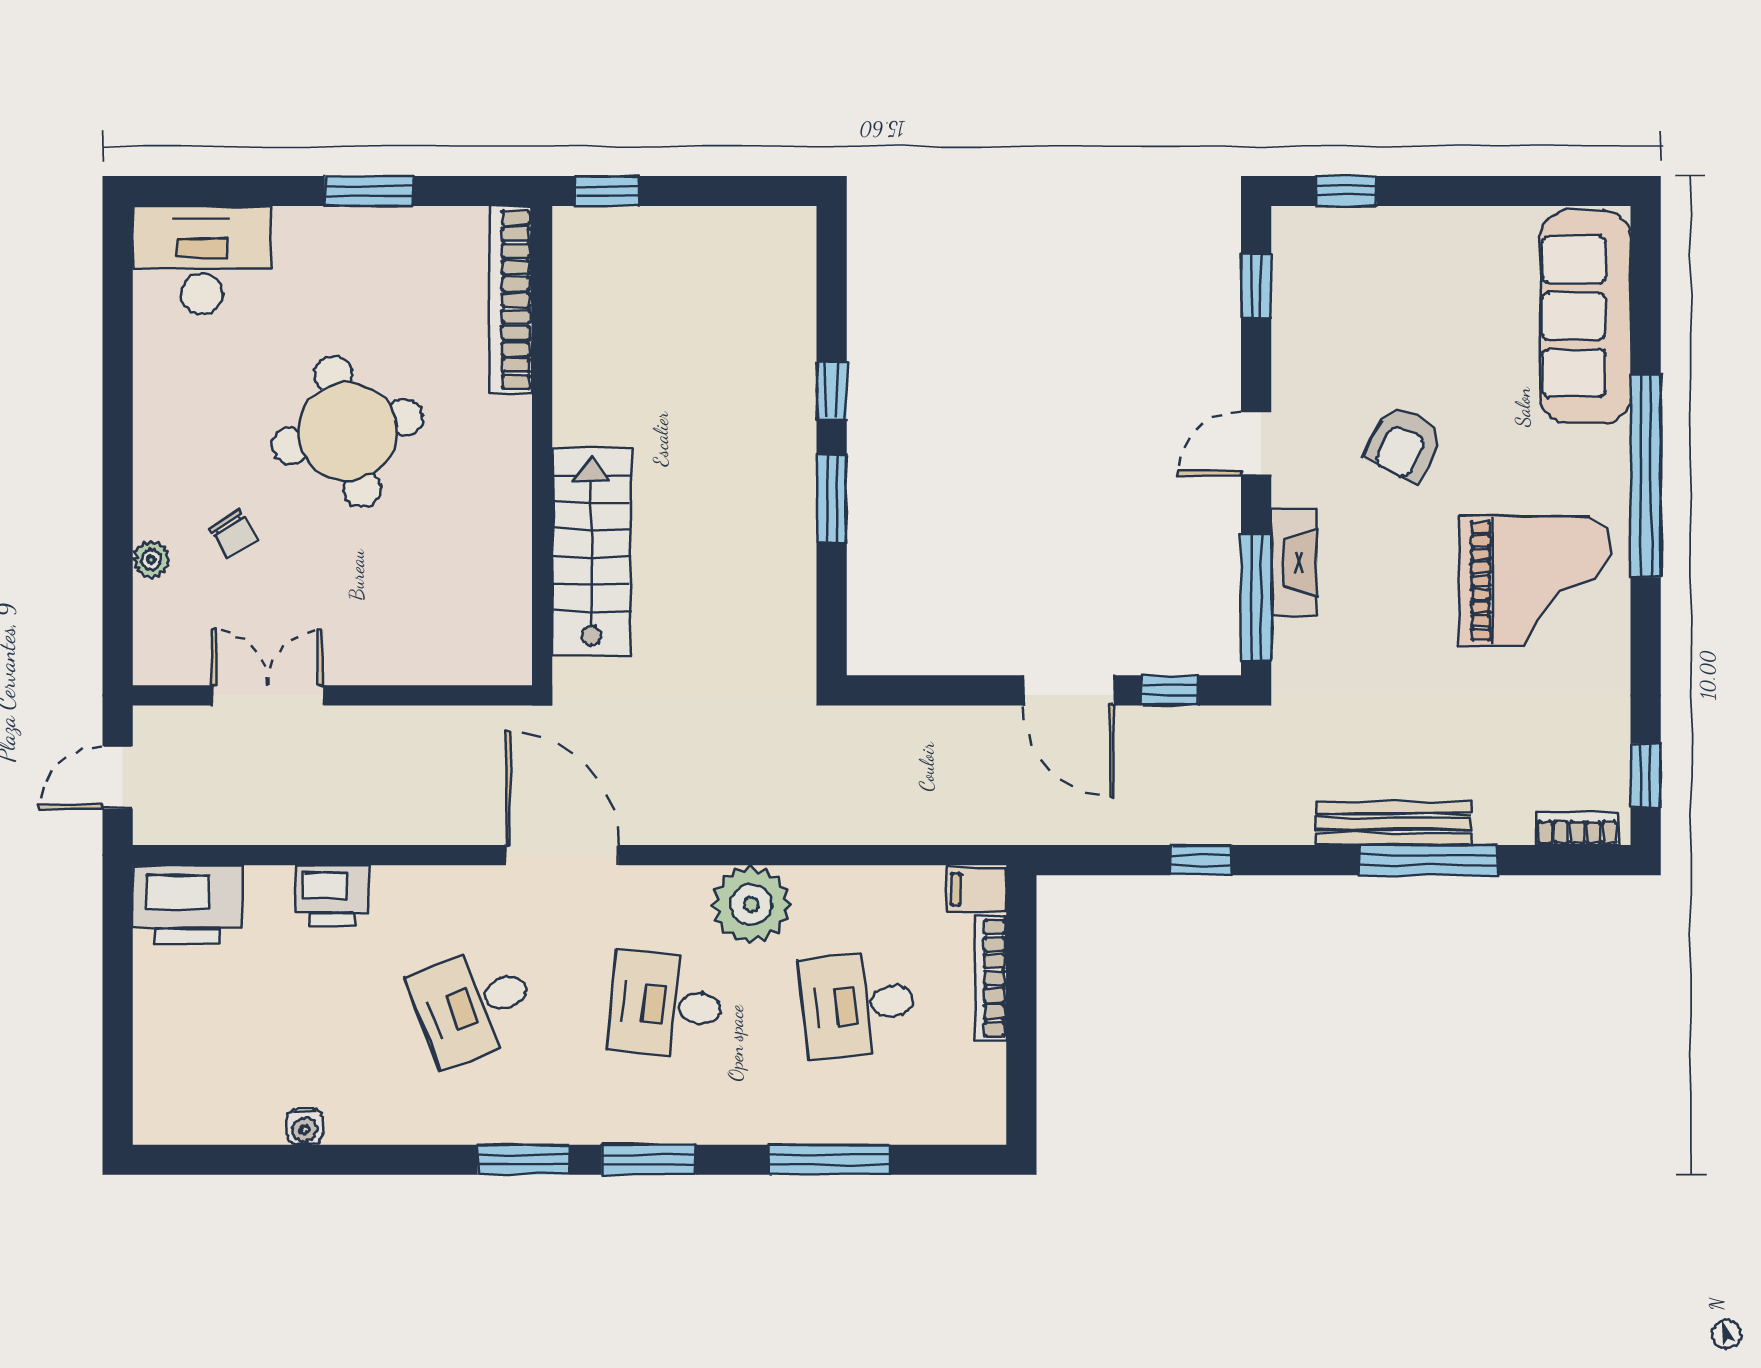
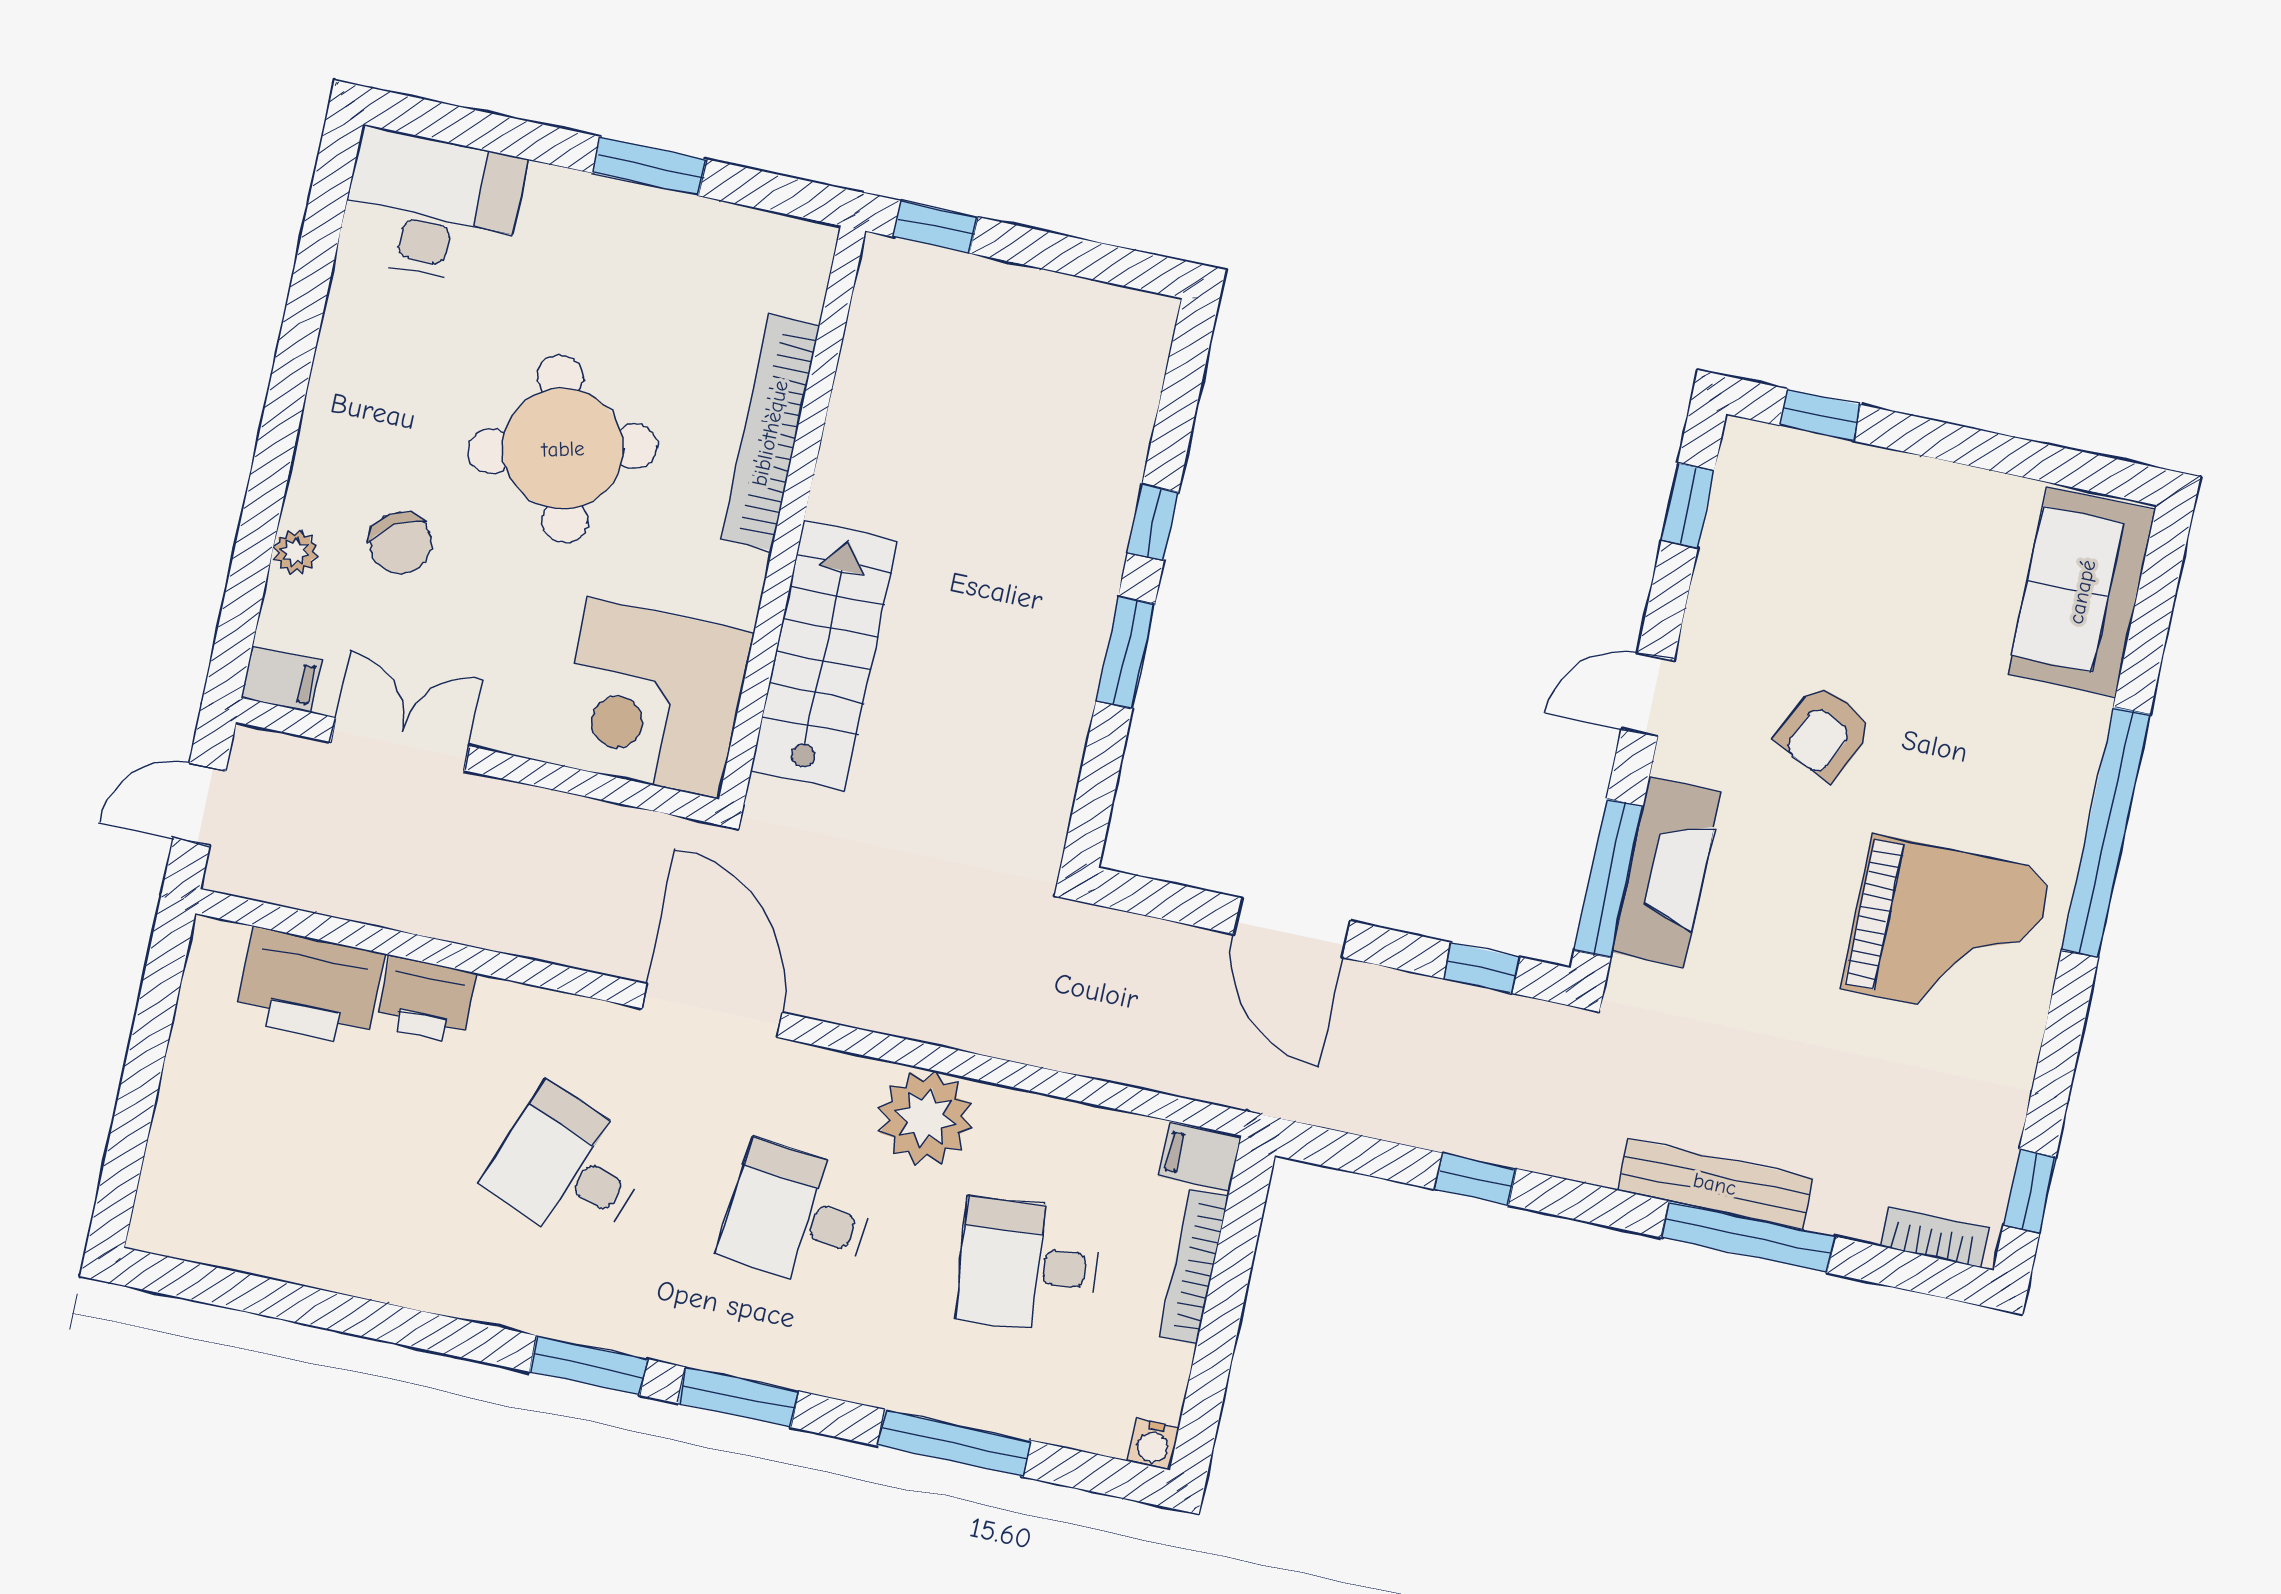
bookcase: (511, 300) -> (770, 433), moved
sofa: (1586, 316) -> (2082, 592), width x0.73
chair: (234, 535) -> (400, 543), width x1.37, depth x1.37
fireplace: (1294, 562) -> (1667, 872), width x1.37, depth x1.32
corner desk: (462, 616) -> (653, 698), added
filing cabinet: (162, 664) -> (281, 679), added
door: (1069, 690) -> (1292, 928), moved
printer: (188, 905) -> (309, 987), moved
desk: (473, 1005) -> (568, 1167), turned 42
water cooler: (305, 1127) -> (1153, 1444), moved

